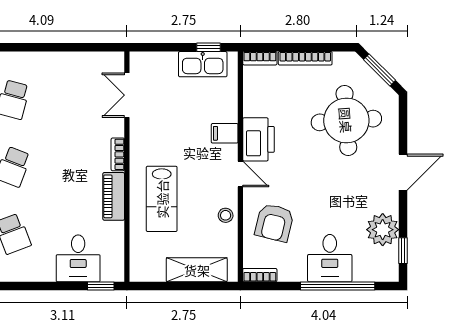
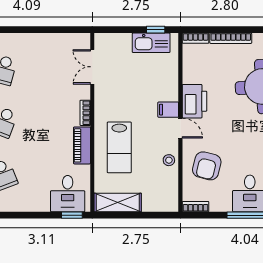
filing cabinet: (225, 133) -> (168, 110), moved
desk: (78, 258) -> (68, 194), moved
shelving: (197, 270) -> (118, 202), moved

